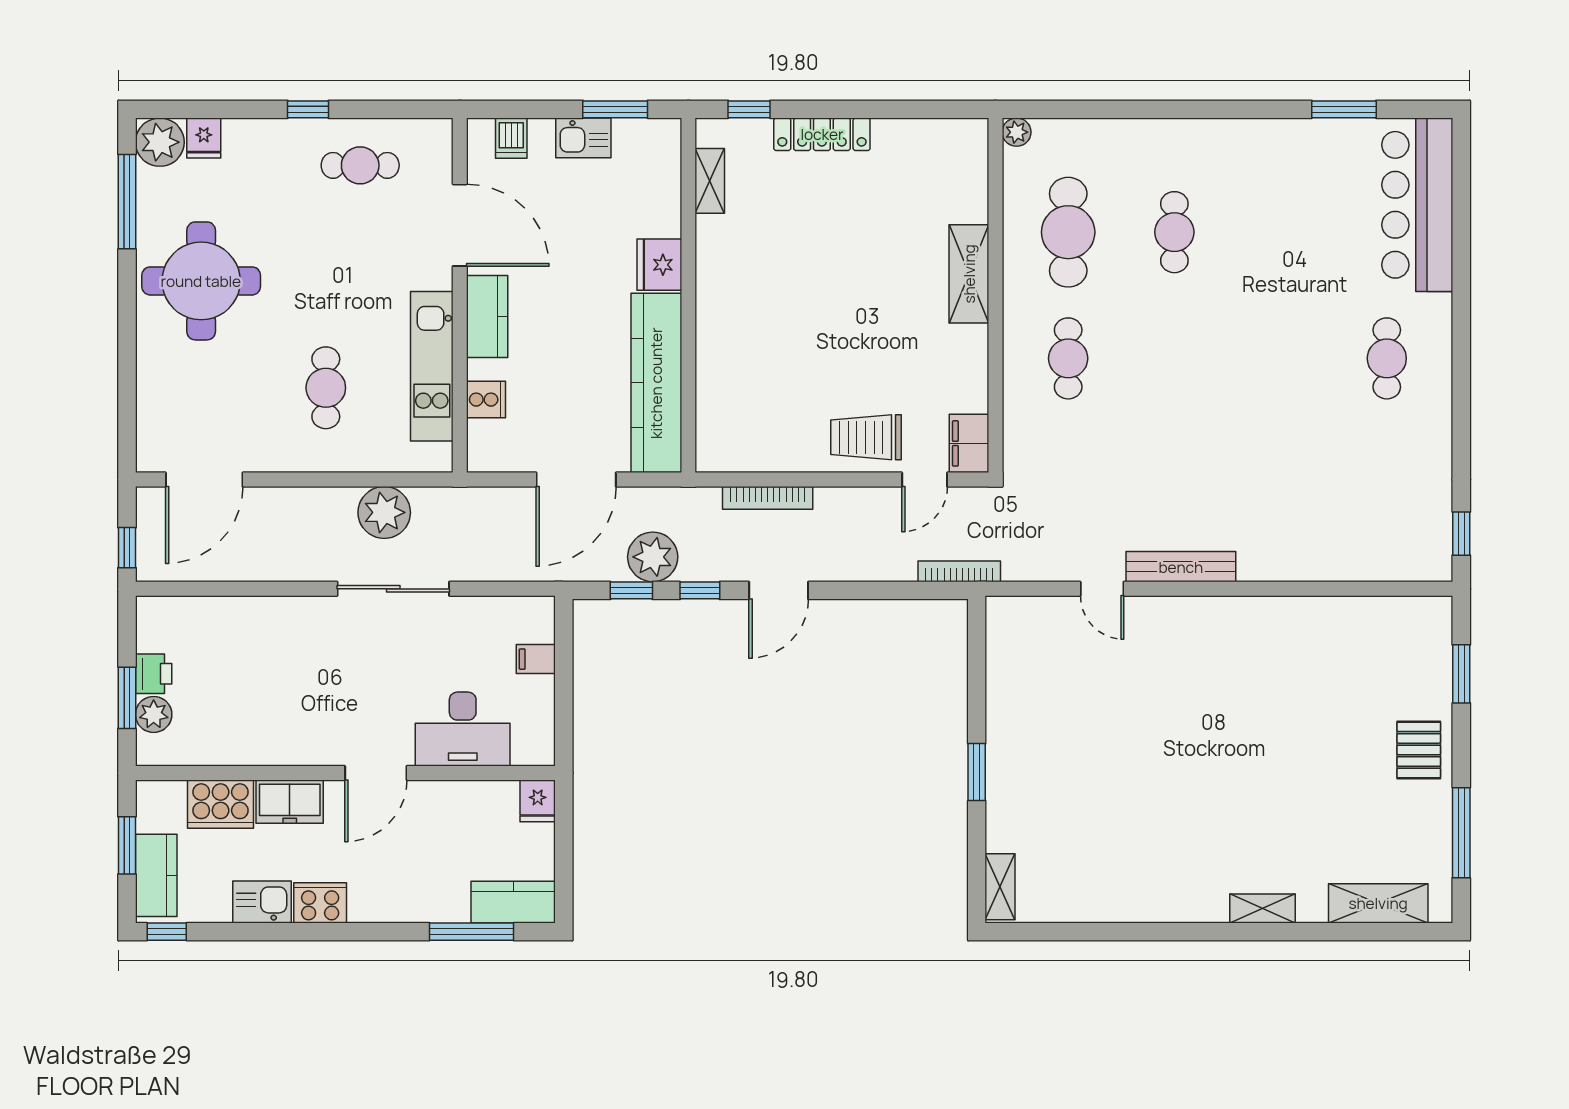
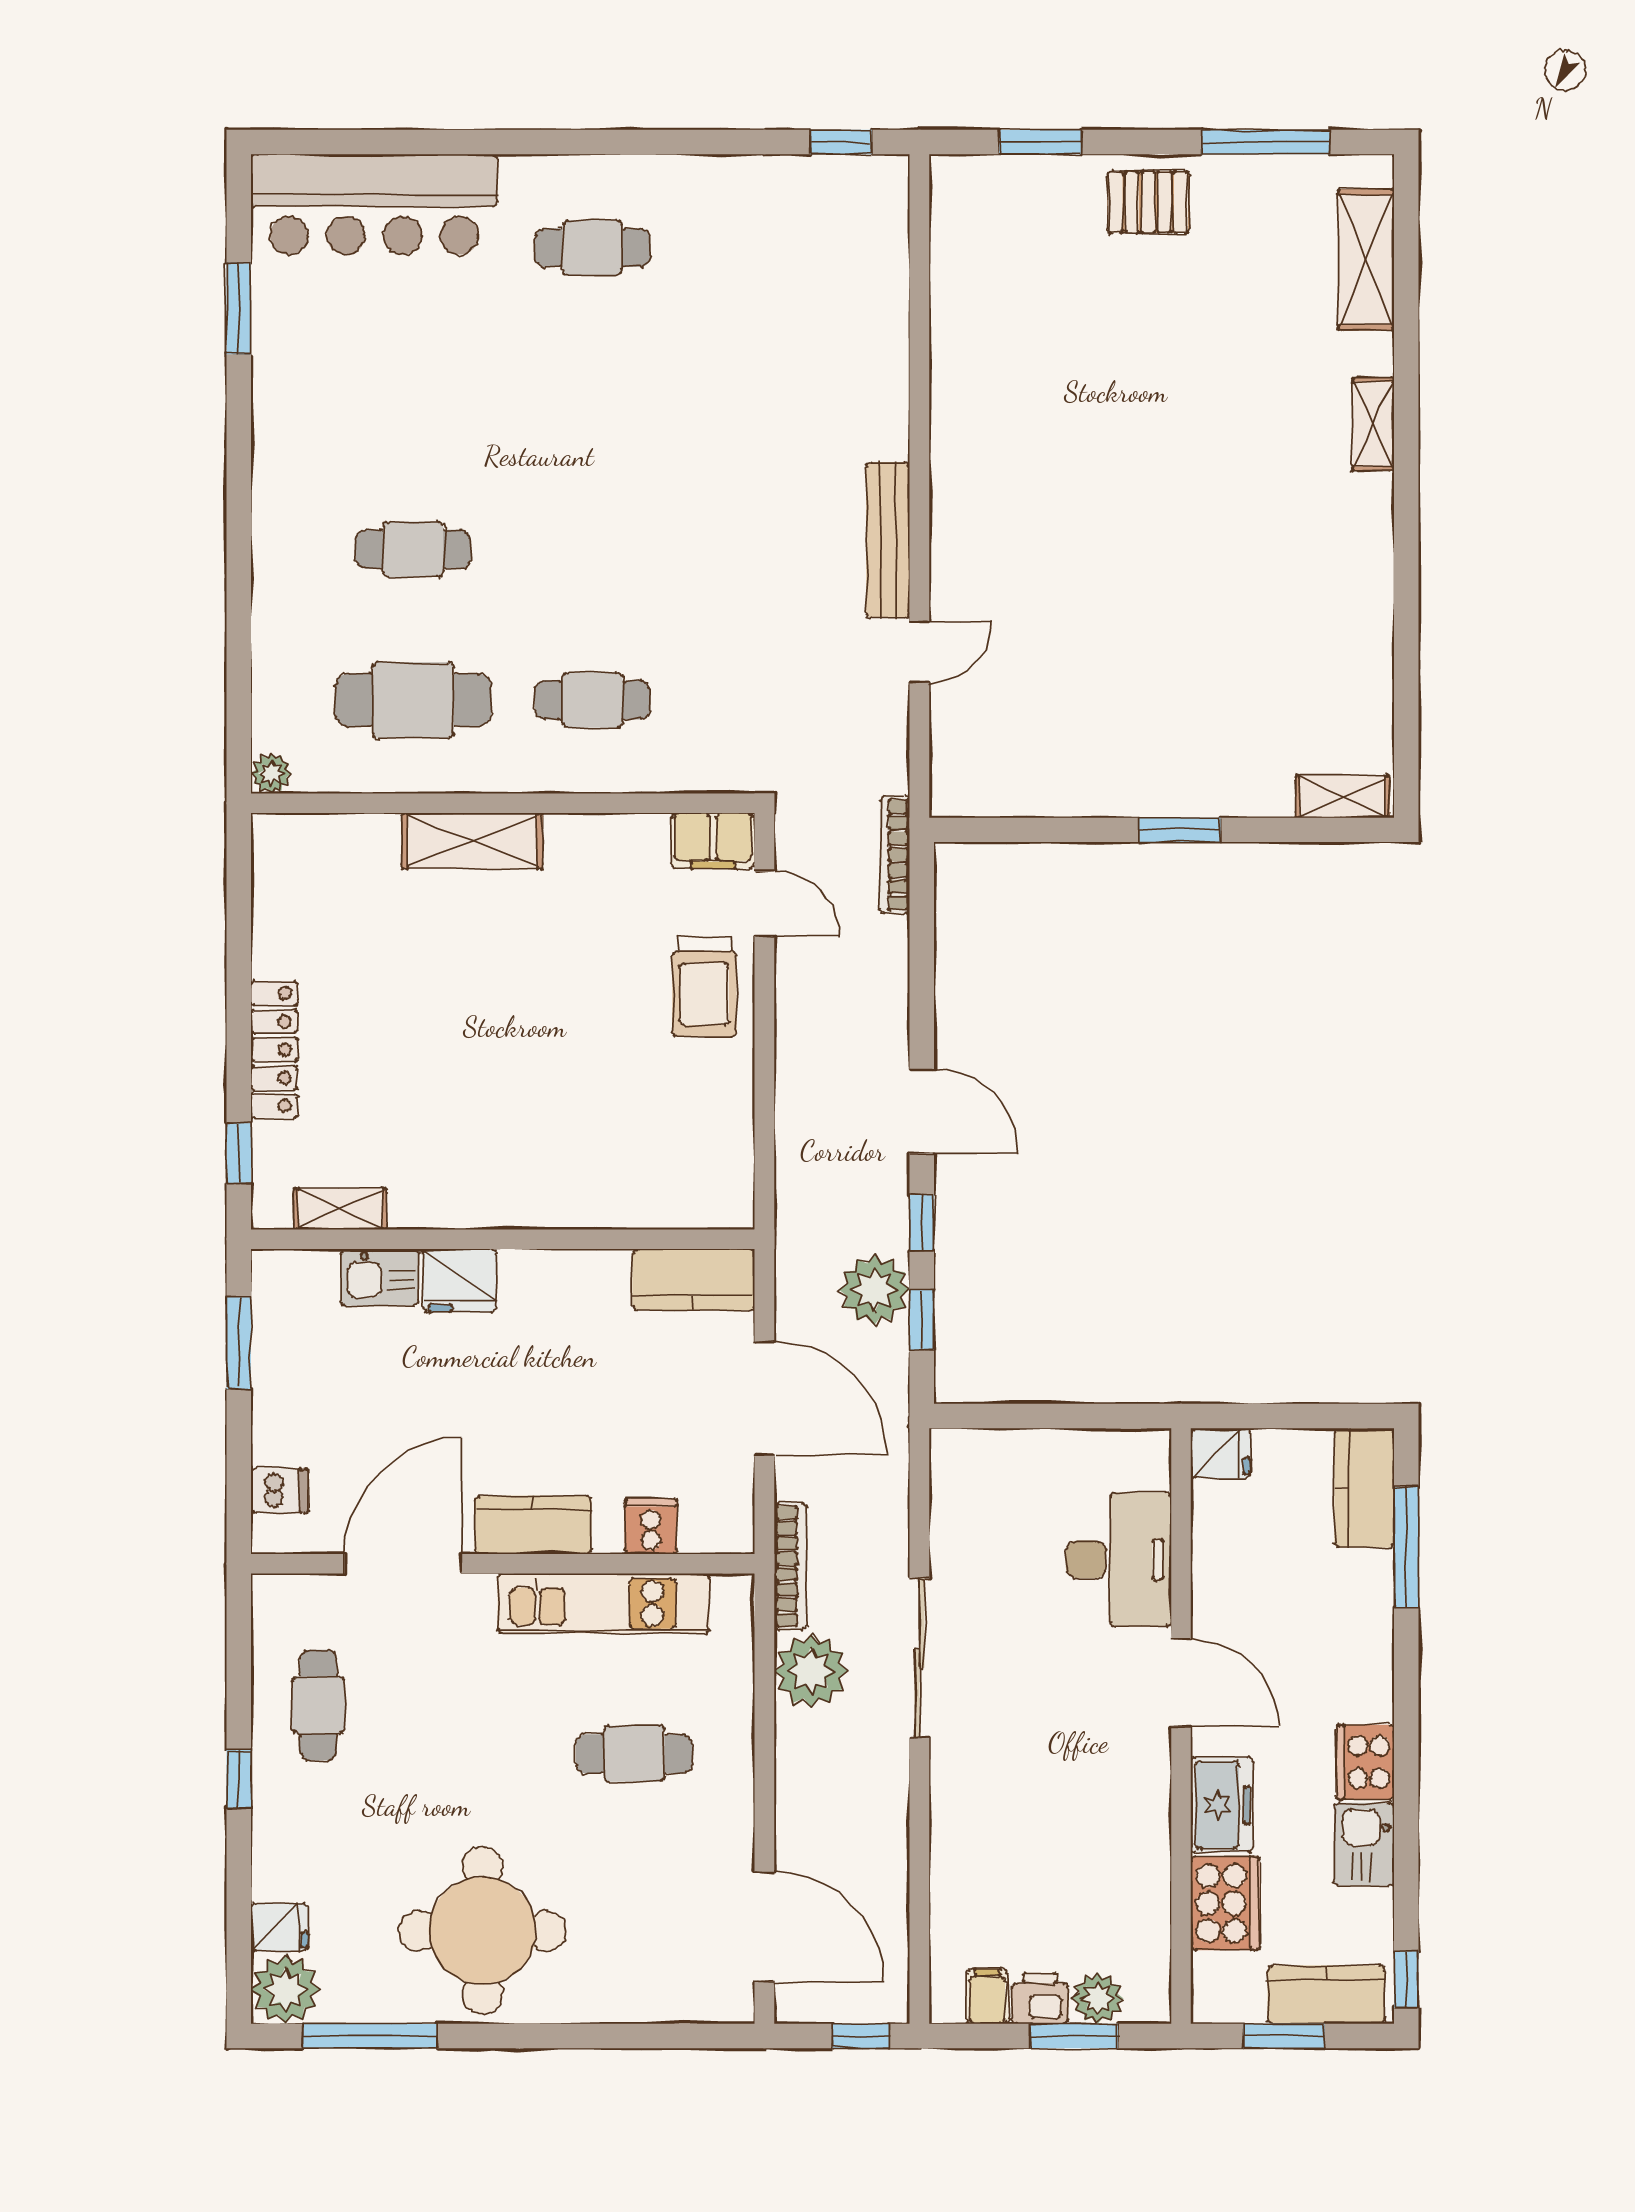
kitchen sink: (583, 138) -> (380, 1277), moved, turned 90
kitchen counter: (656, 383) -> (694, 1279), width x0.48, depth x0.86
bookcase: (768, 498) -> (790, 1566), moved
filing cabinet: (536, 659) -> (987, 1996), moved, turned 180

